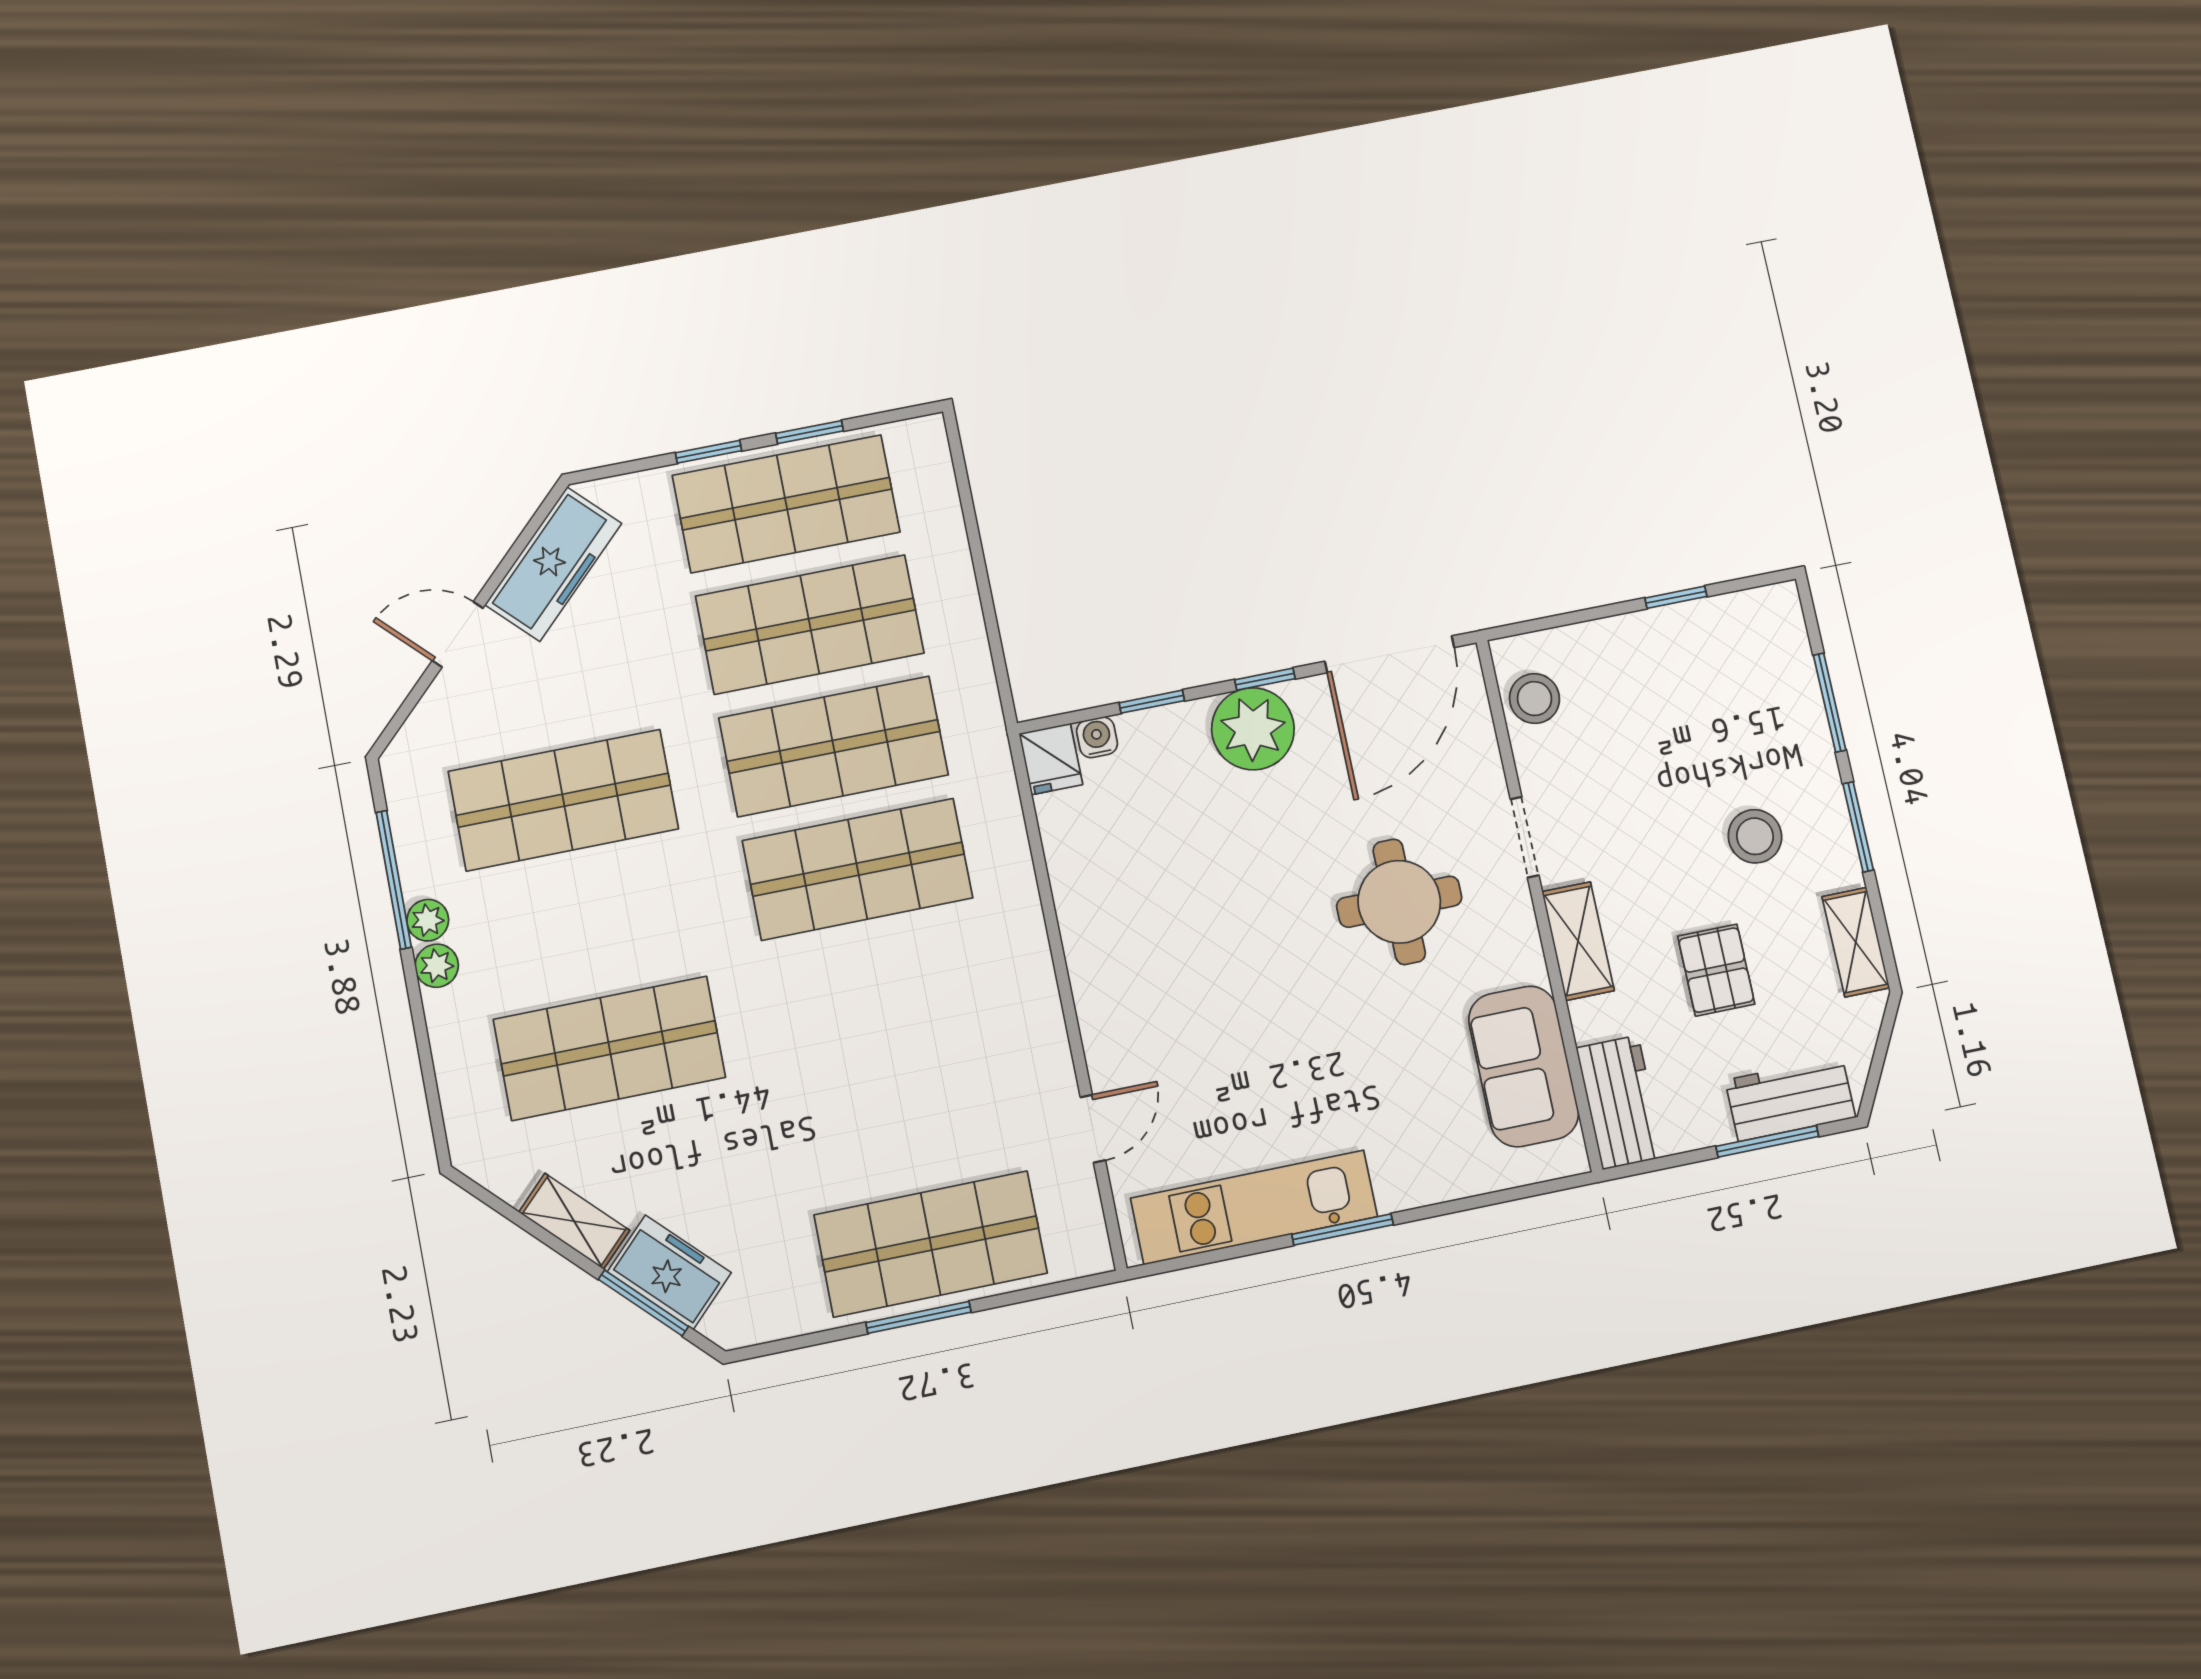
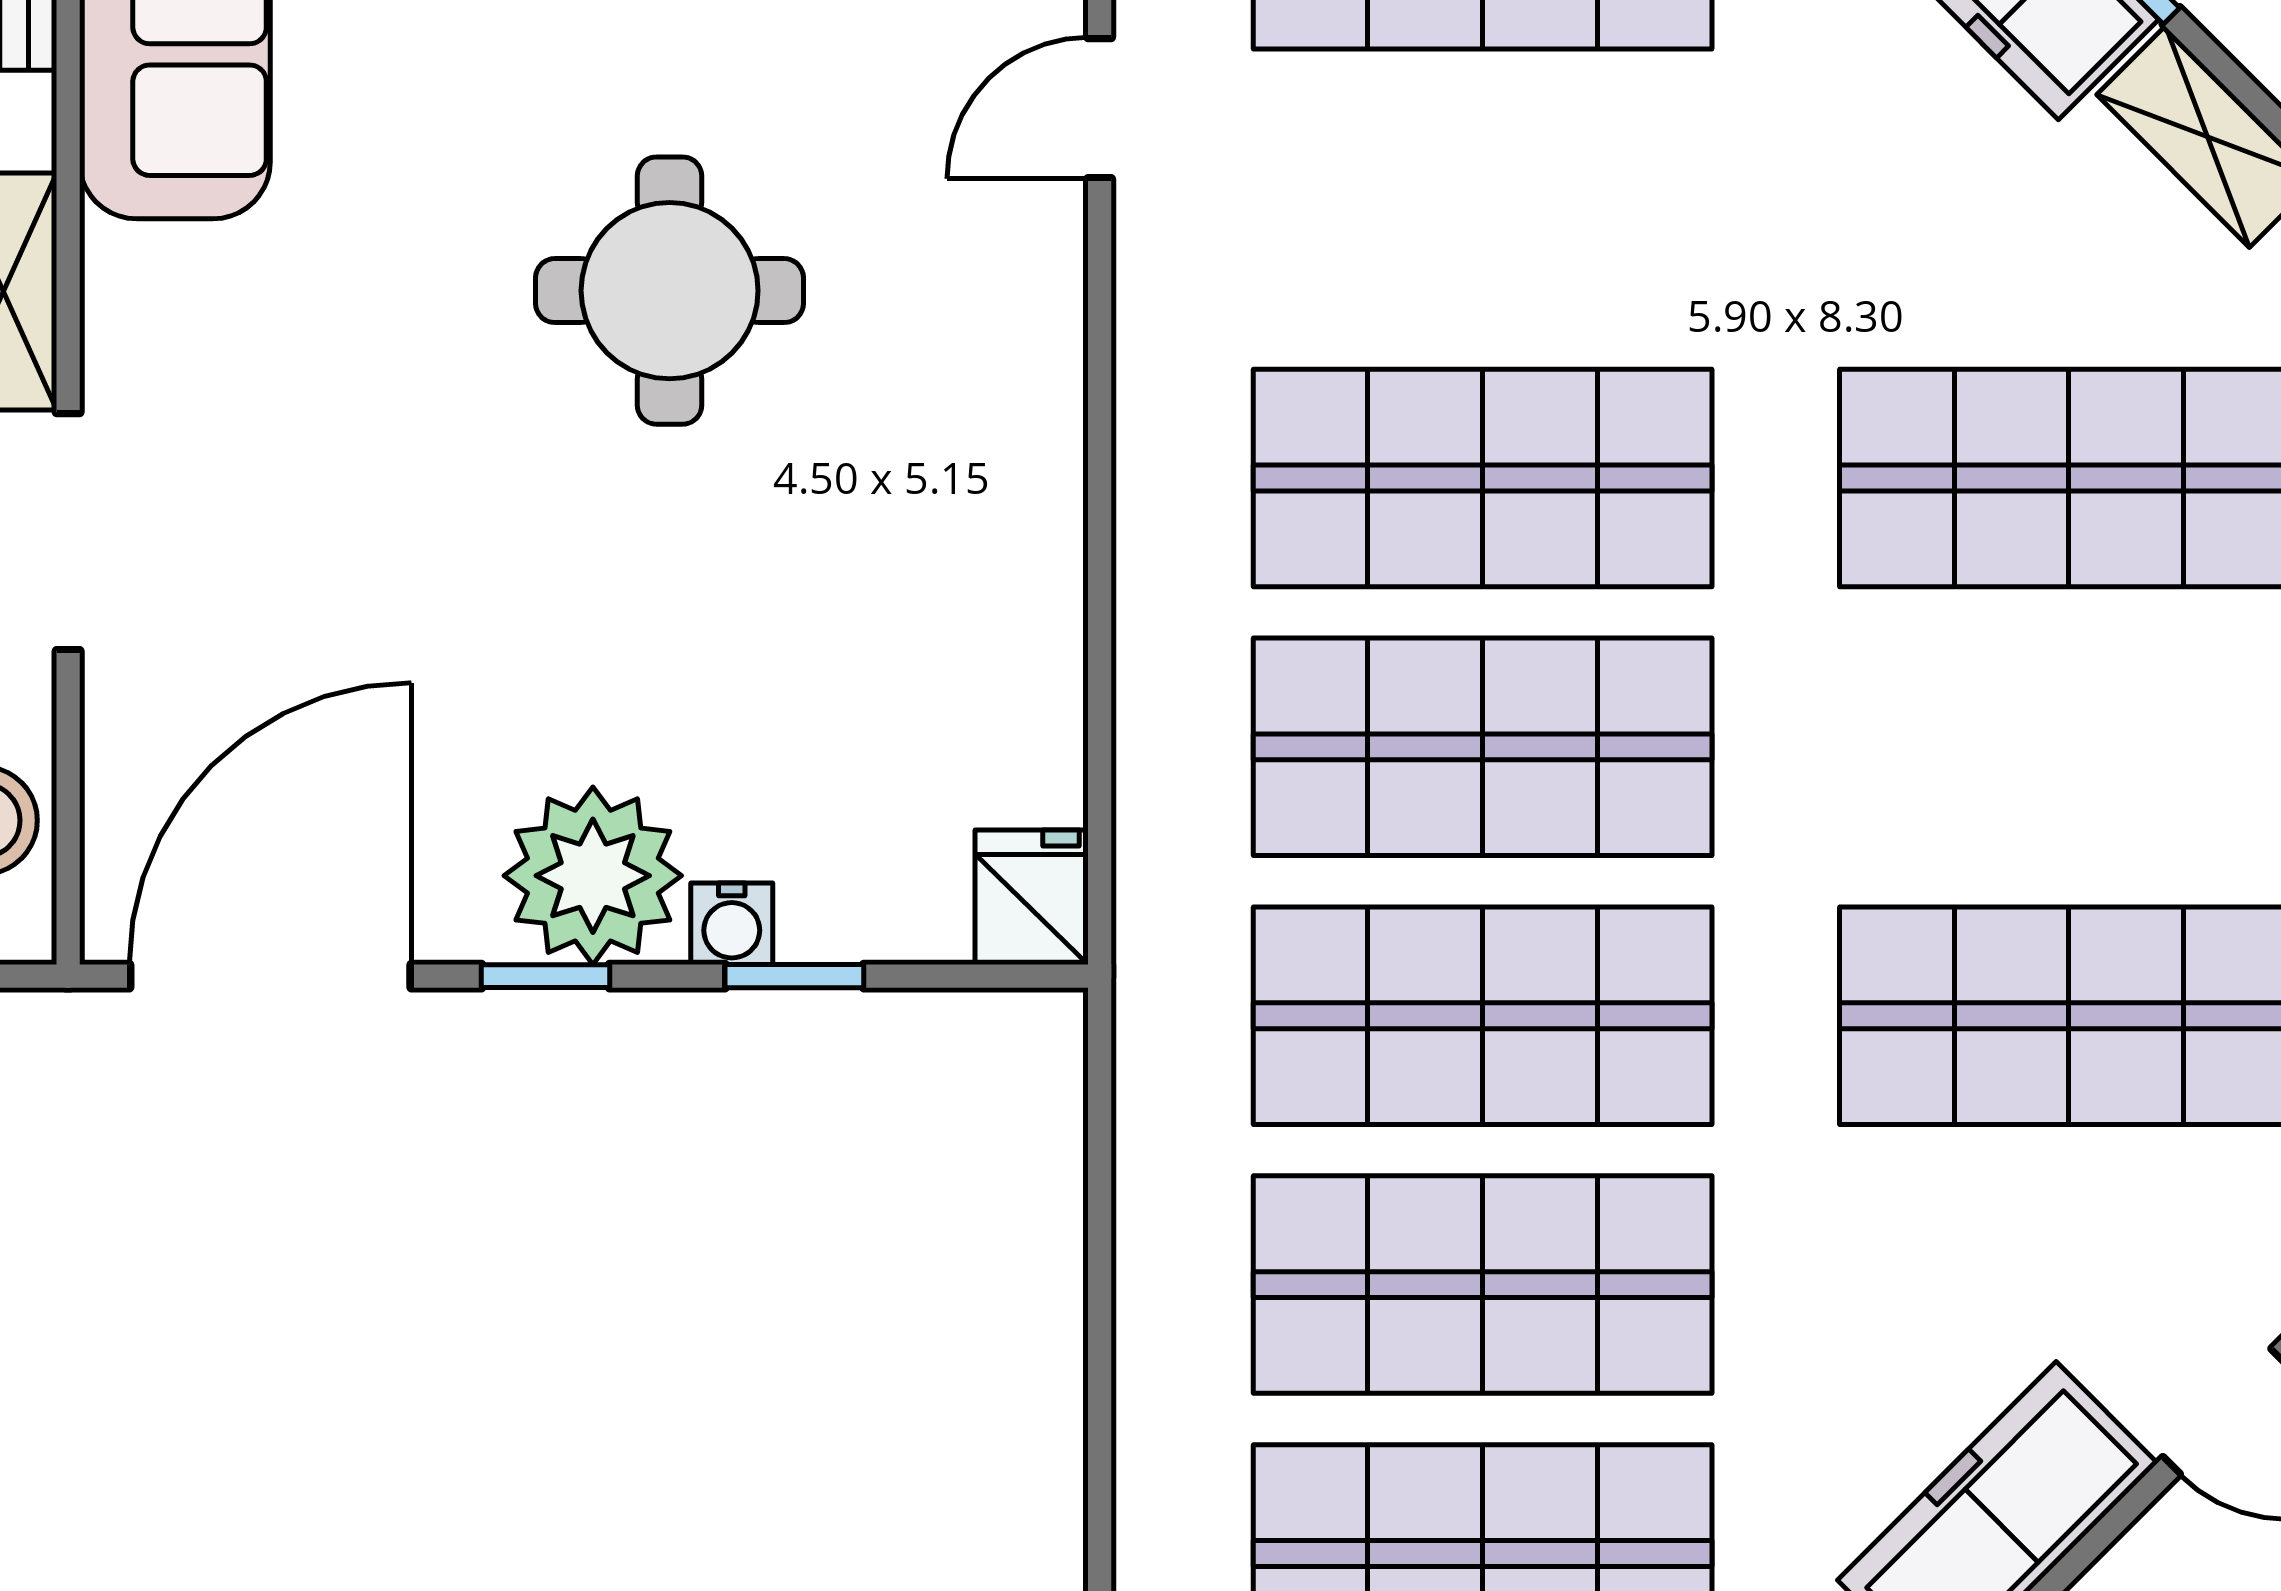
water cooler: (1097, 737) -> (732, 924), moved
doorway: (1525, 837) -> (68, 532), width x1.38
round table: (1399, 902) -> (670, 291), moved
shop shelf: (882, 993) -> (1483, 478), added

